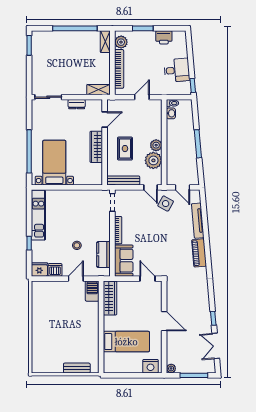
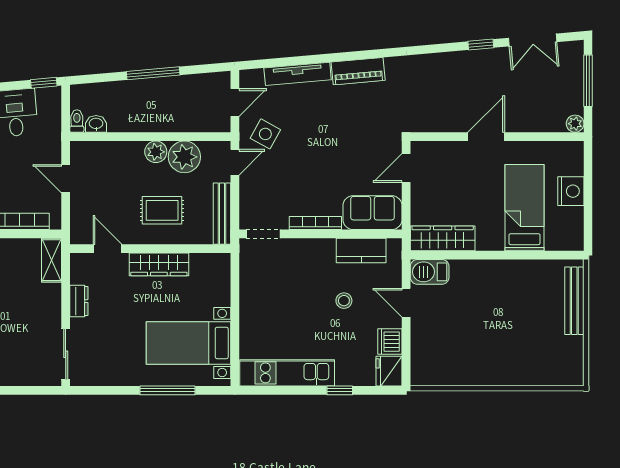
window: (29, 151) -> (168, 390), width x0.68
nightstand: (151, 366) -> (571, 191), moved
bench: (77, 368) -> (574, 301), width x1.36

